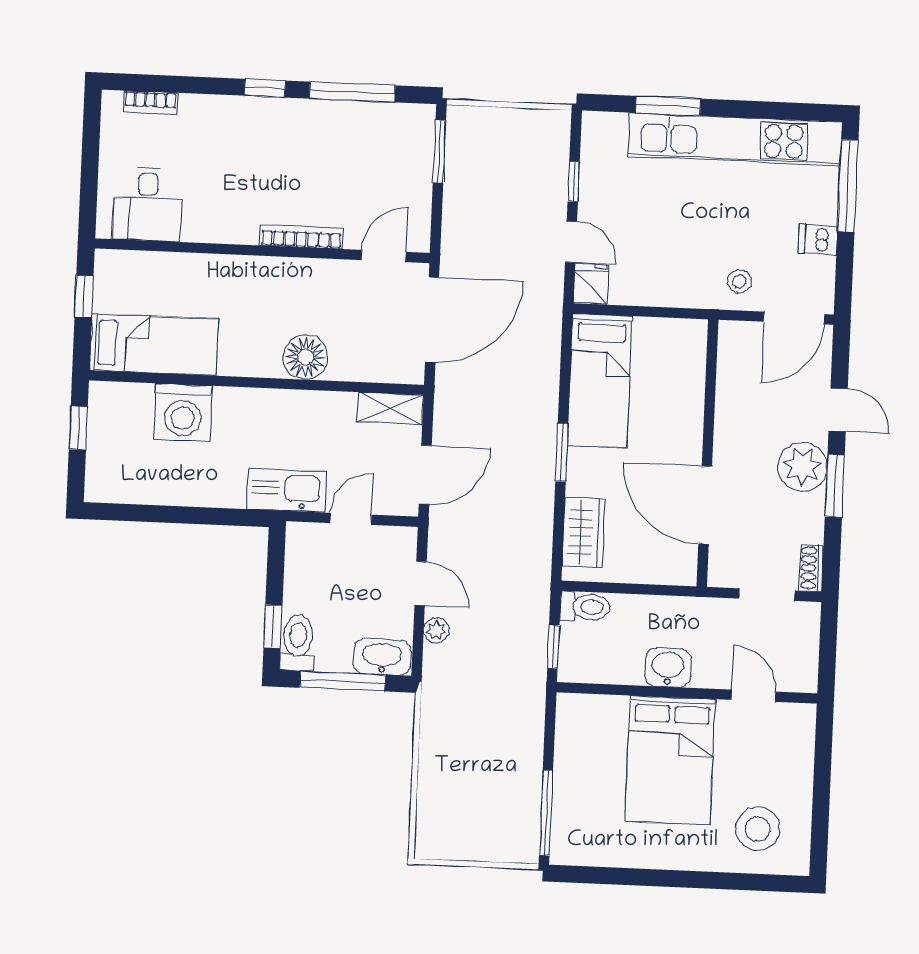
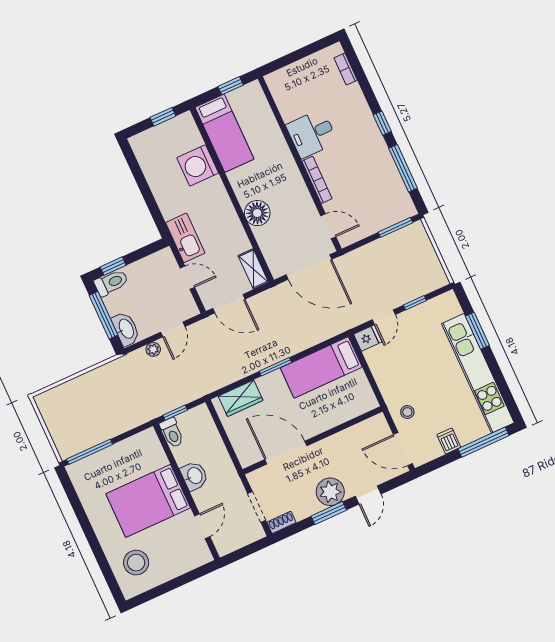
desk: (147, 204) -> (312, 134), moved
door: (705, 505) -> (286, 453), hinge flipped
toilet: (585, 607) -> (172, 433), moved

